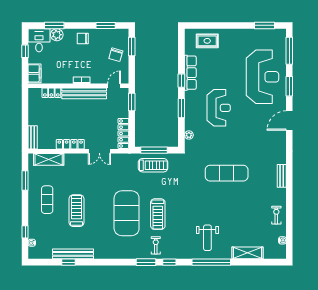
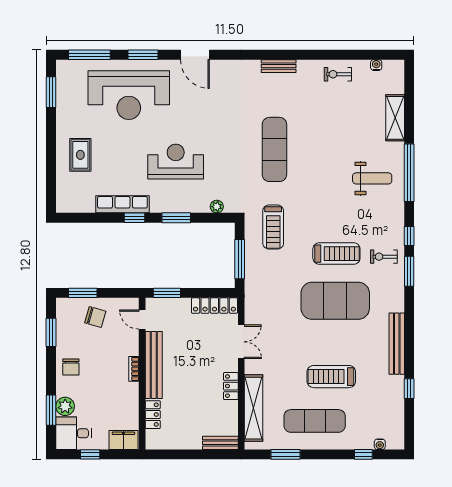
rug: (207, 41) -> (80, 155), moved
reception desk: (262, 77) -> (129, 95), turned 180
locker: (70, 144) -> (231, 386), width x0.66
shelving: (49, 159) -> (254, 408), width x1.47
treadmill: (153, 165) -> (273, 227), moved, turned 180
exercise mat: (47, 200) -> (315, 421), width x1.36, depth x1.45
bench: (73, 254) -> (397, 344), moved

